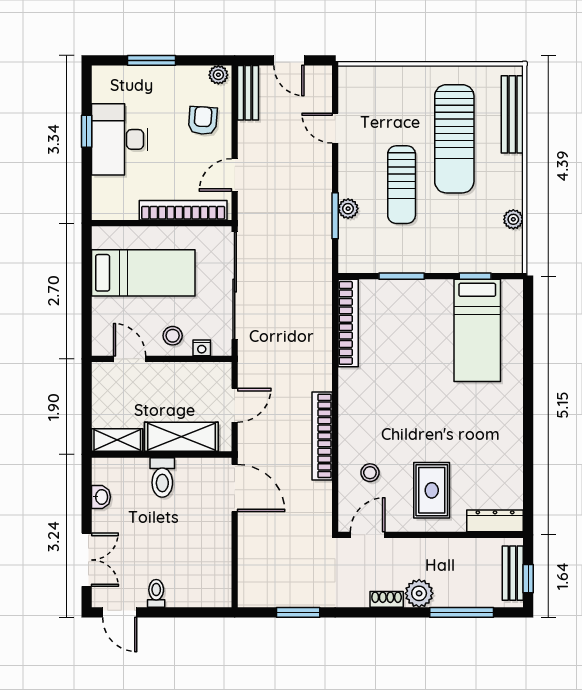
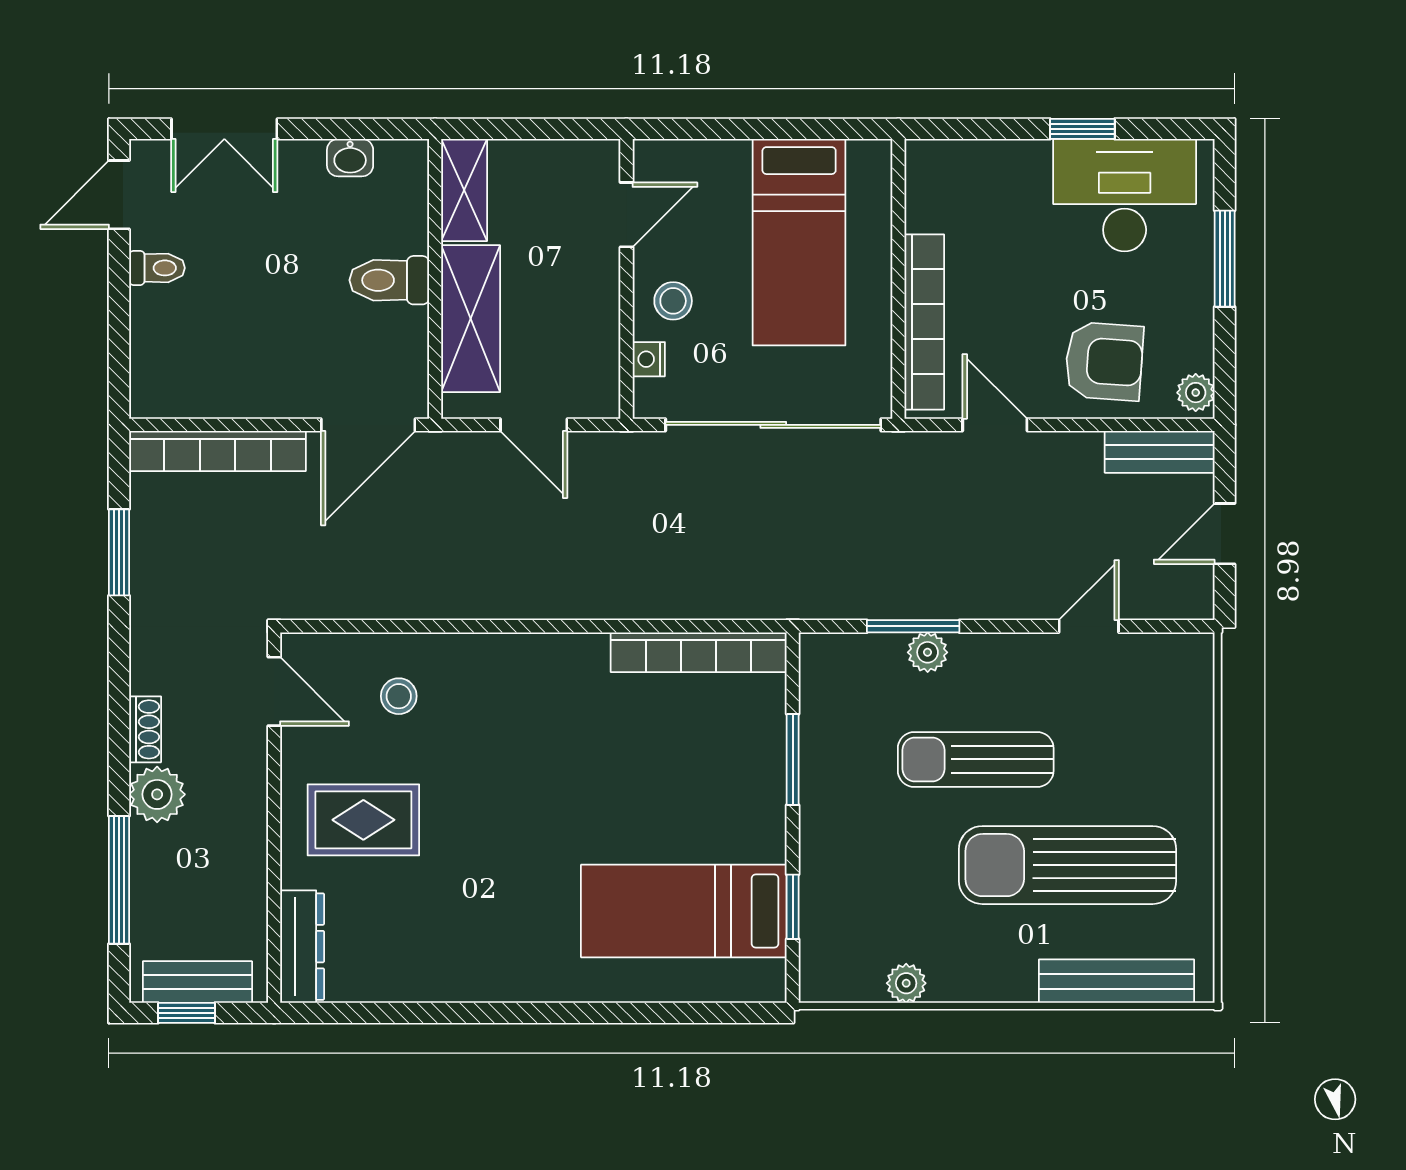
armchair: (203, 121) -> (1104, 361), width x1.38, depth x1.38
desk: (120, 139) -> (1125, 195), moved
bookcase: (322, 436) -> (218, 451), moved, turned 180

